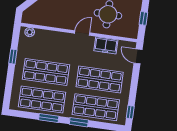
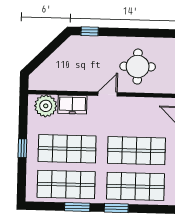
plant: (30, 32) -> (46, 106), width x1.87, depth x1.87
freezer: (106, 45) -> (72, 105), moved
window: (13, 57) -> (22, 148), moved

